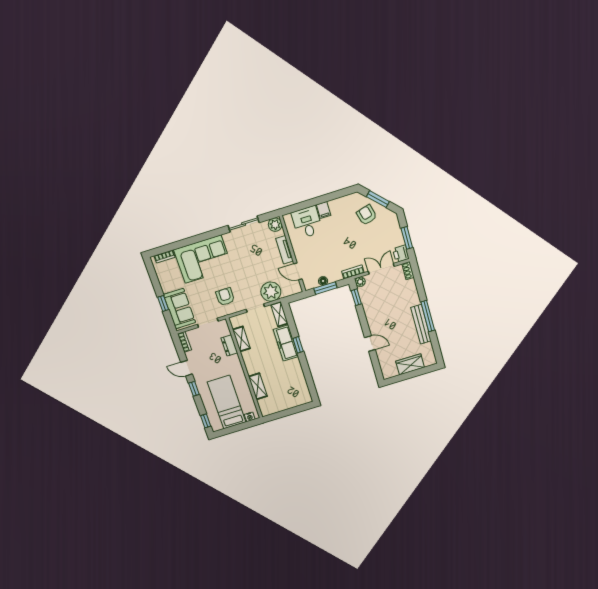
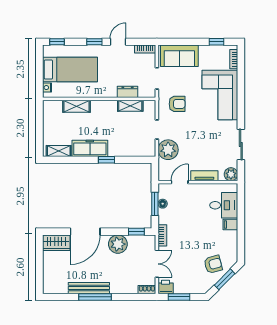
plant: (360, 282) -> (118, 244), moved, width x1.88, depth x1.88
window: (163, 303) -> (217, 42), moved
shelving: (279, 314) -> (59, 151), moved
freezer: (286, 343) -> (90, 148), moved
door: (370, 344) -> (85, 232), width x1.88
wardrobe: (410, 364) -> (56, 243), moved, turned 90

